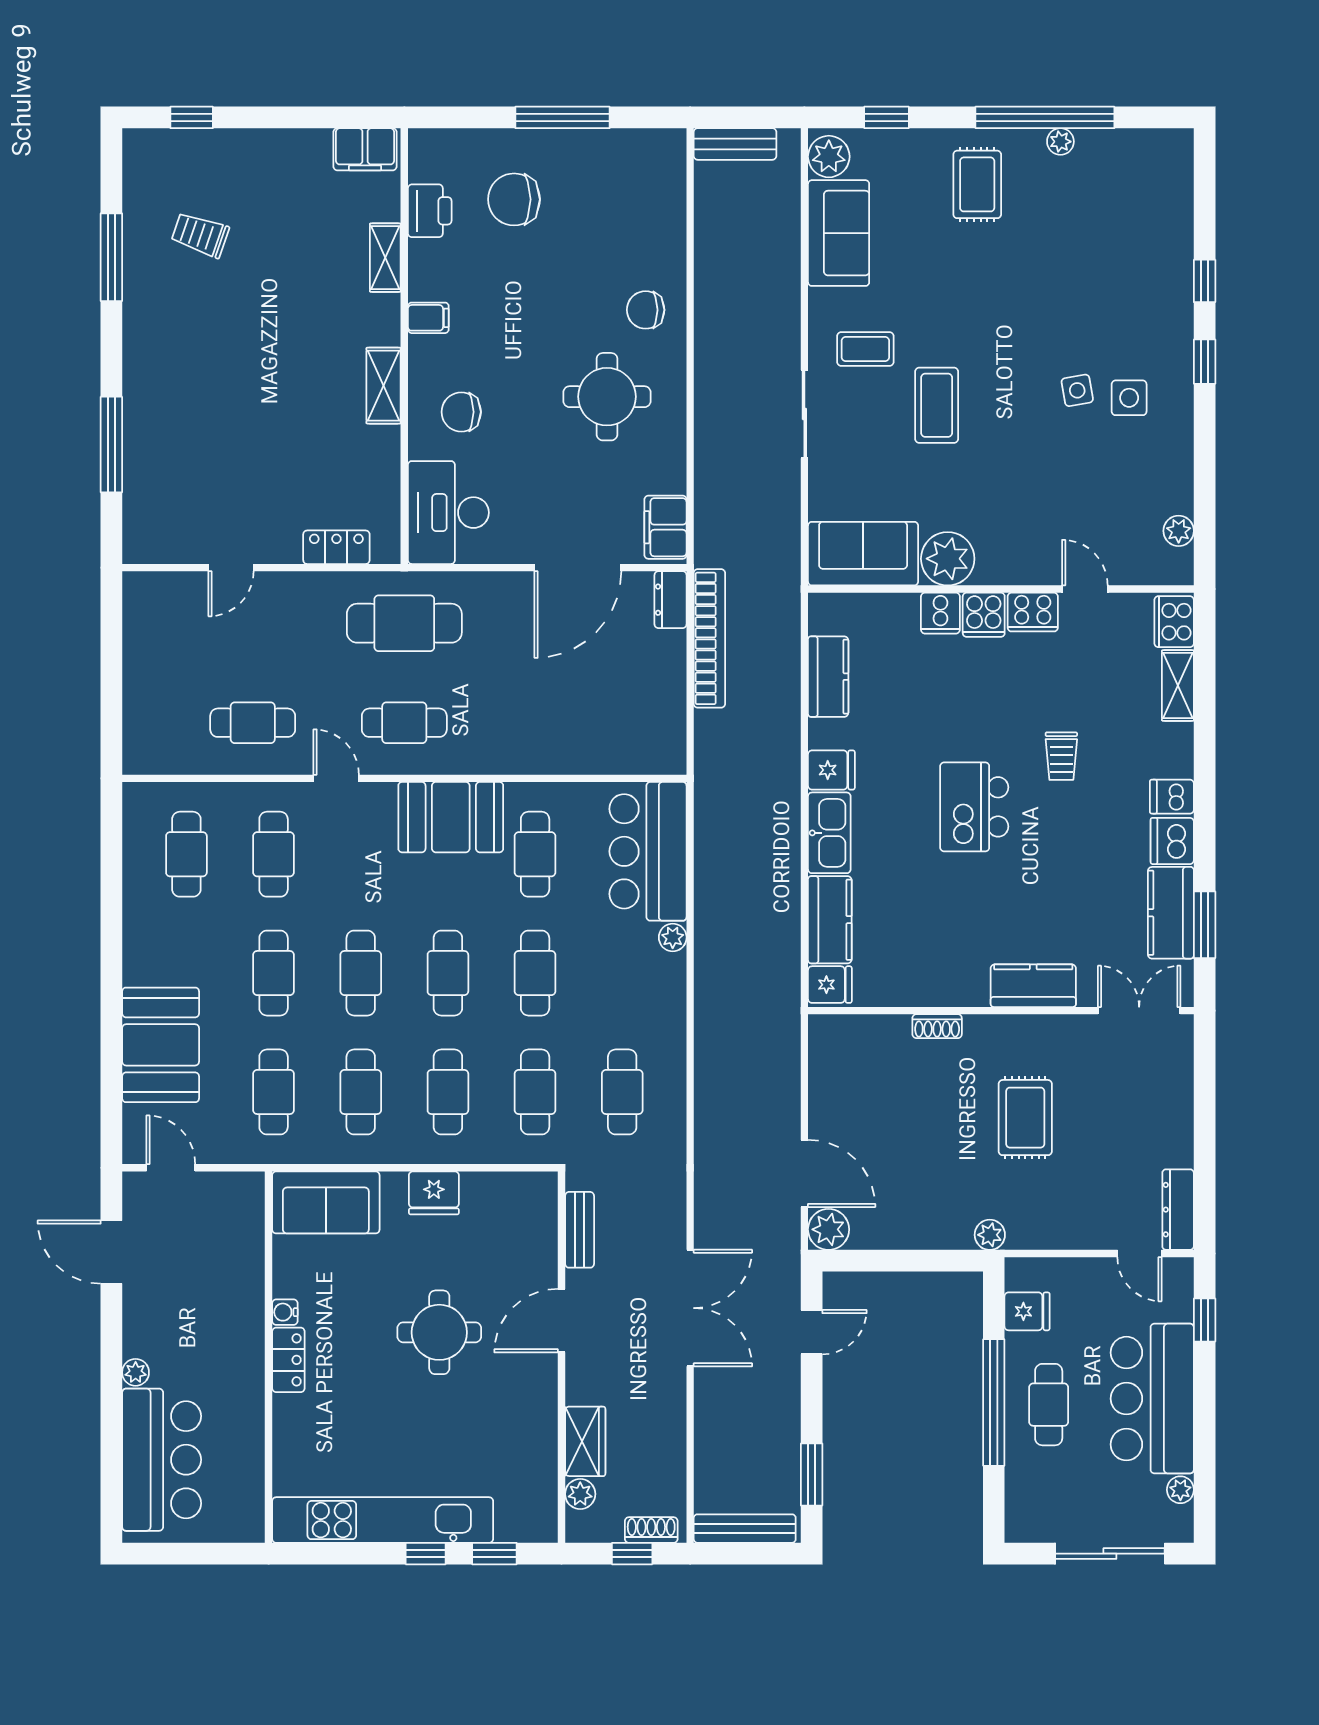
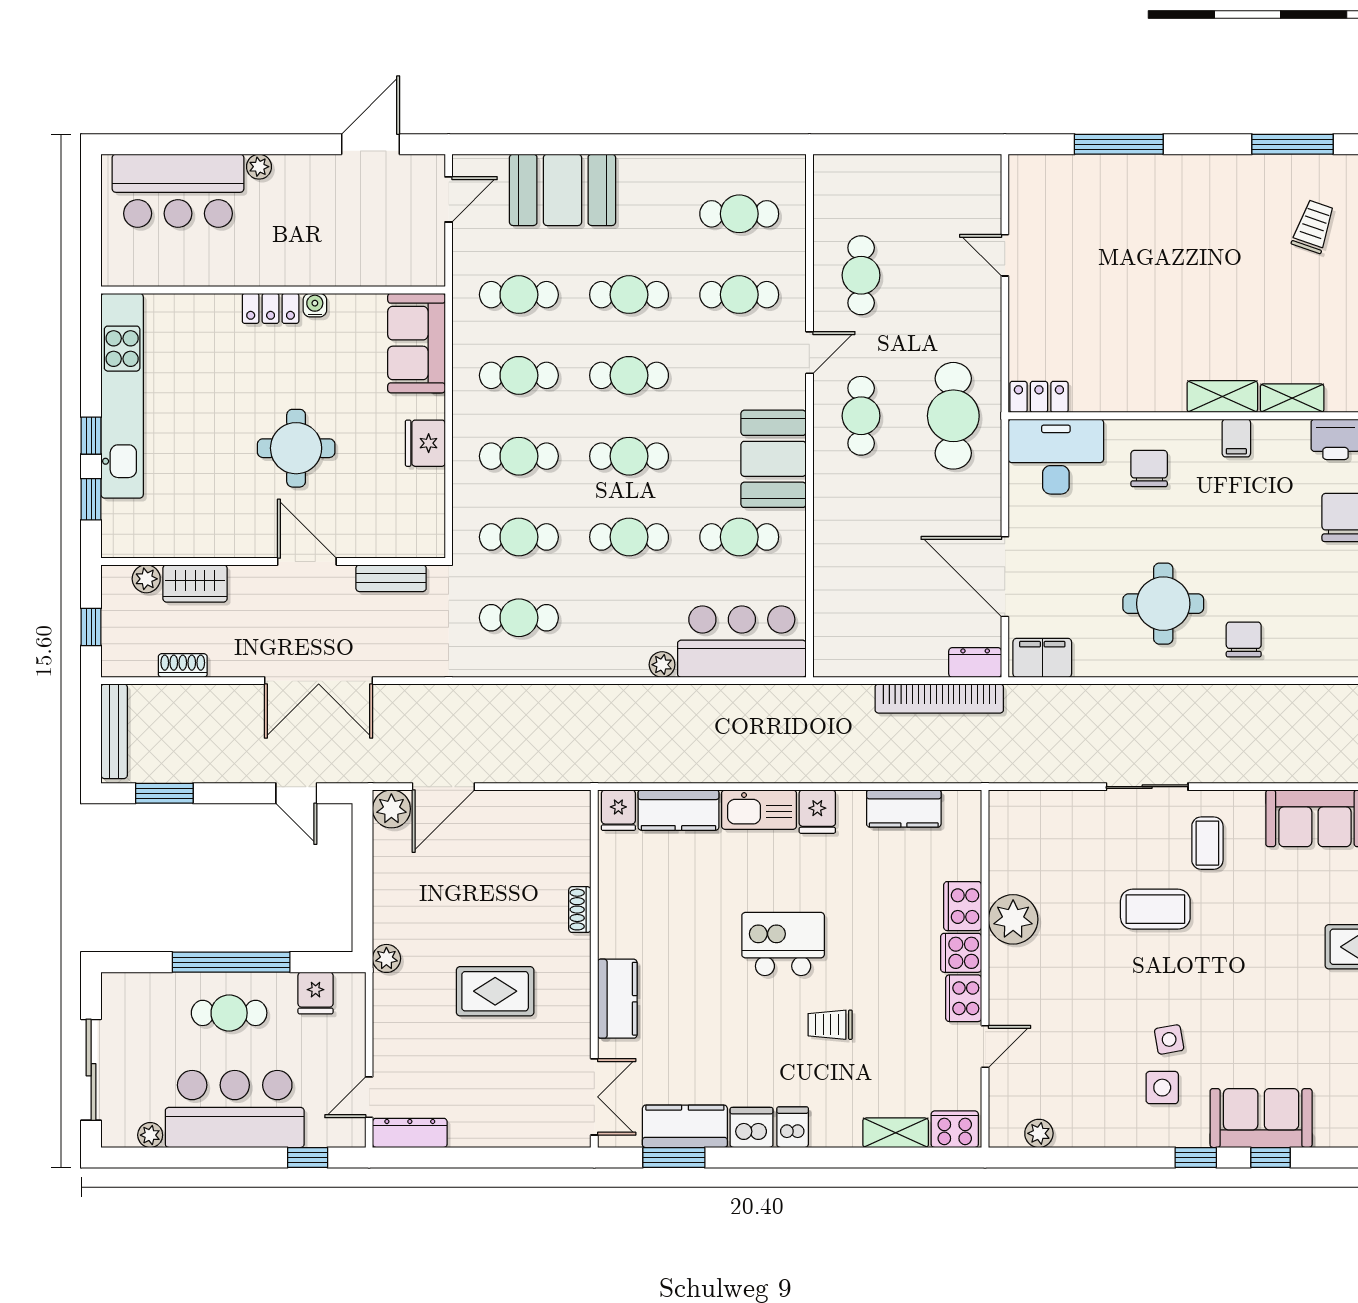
shelving: (384, 386) -> (1222, 397), moved
locker: (336, 547) -> (1039, 397), moved, turned -90
sofa: (863, 554) -> (1261, 1118), moved, turned -90
cooker: (940, 613) -> (963, 906), width x1.36
shoe rack: (651, 1530) -> (183, 665), moved, turned -90

